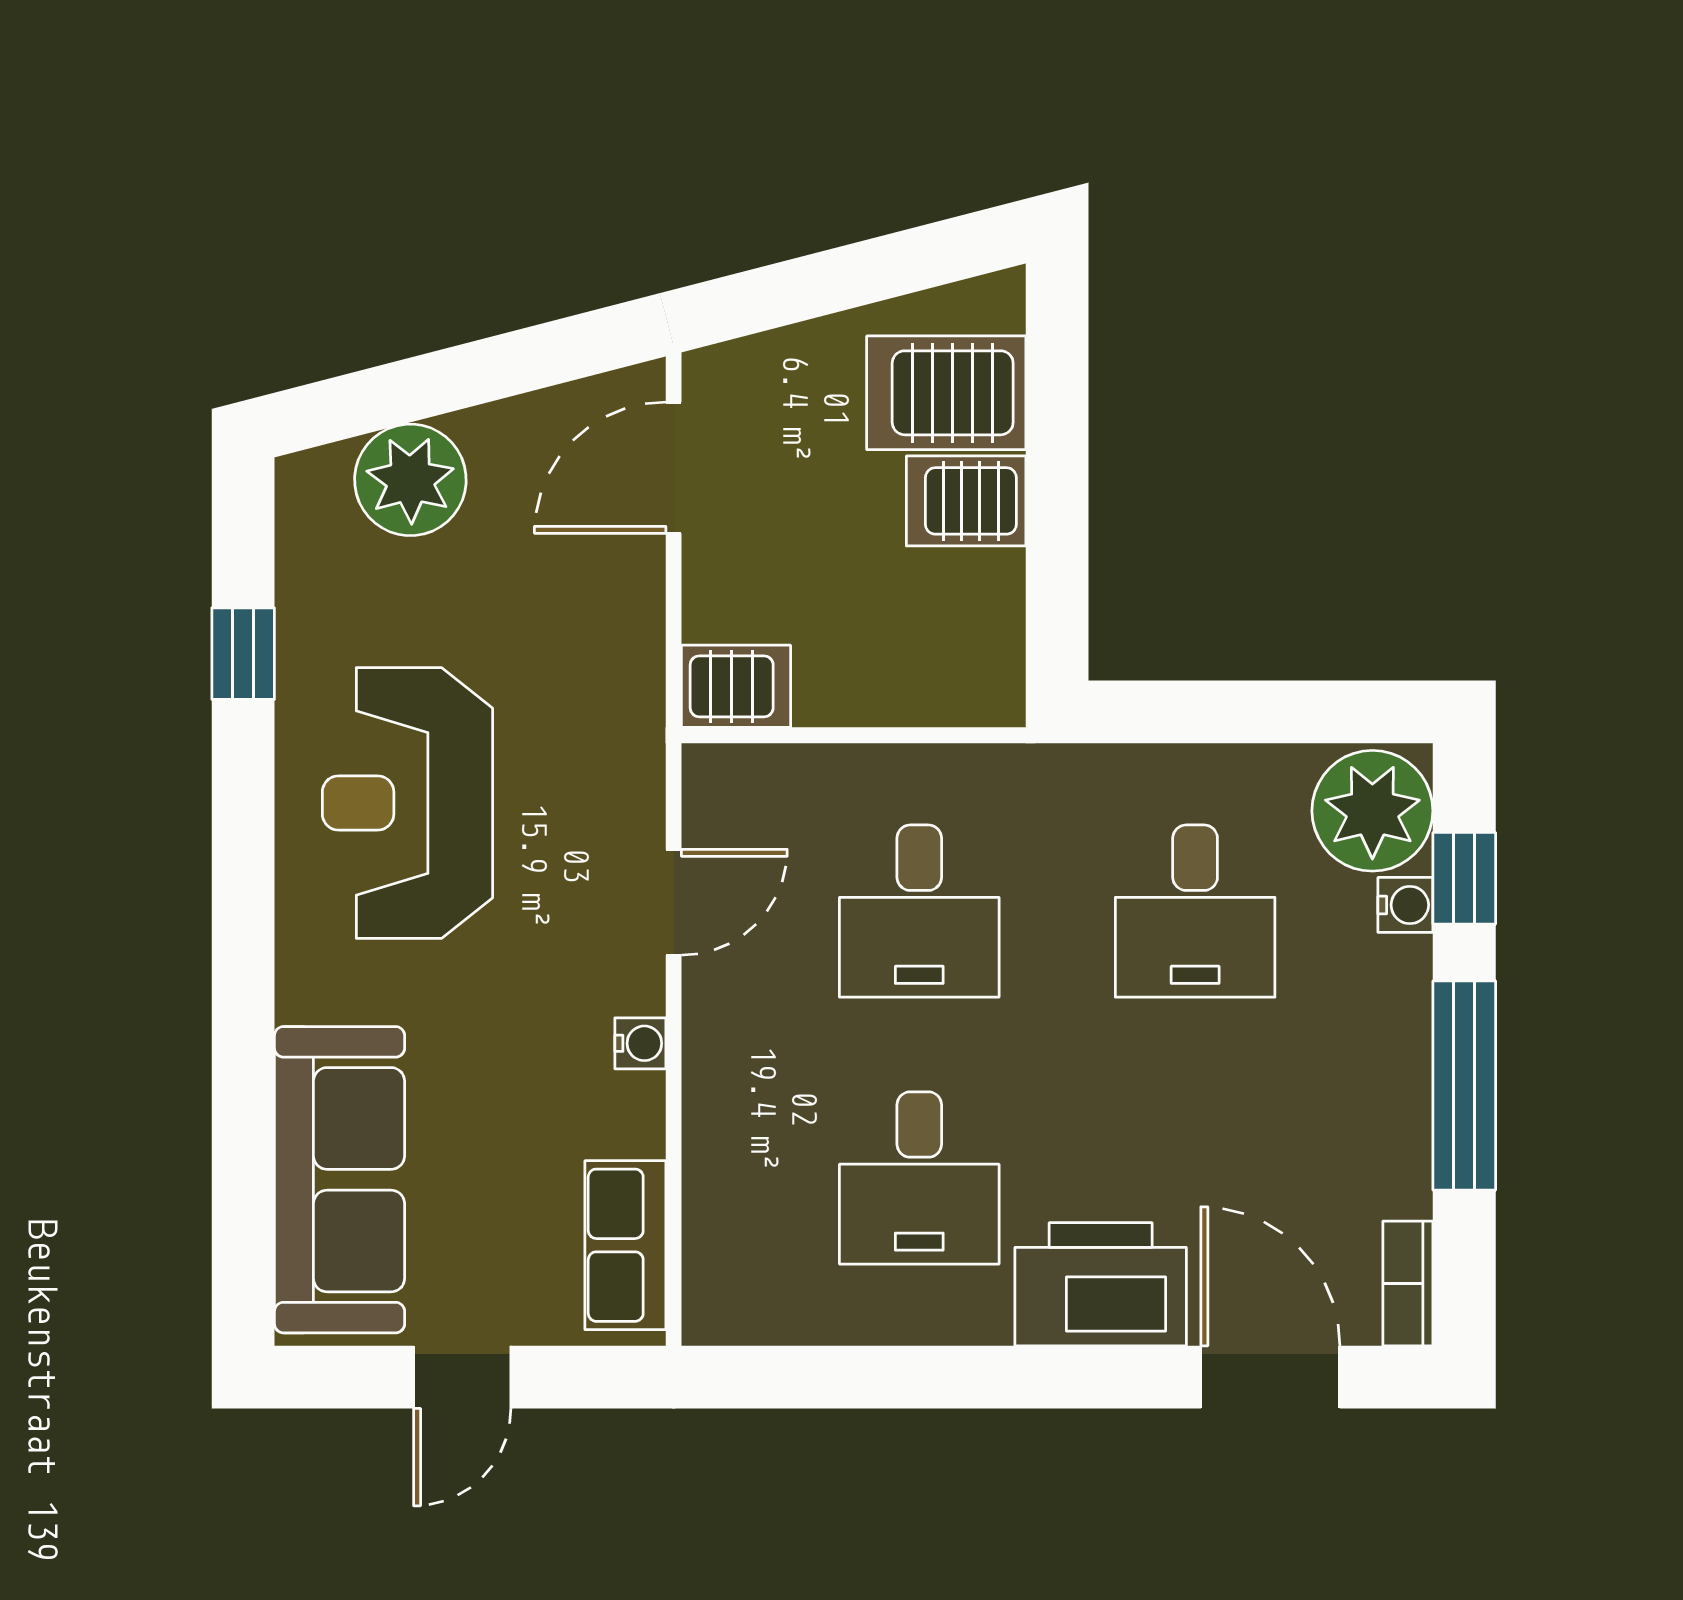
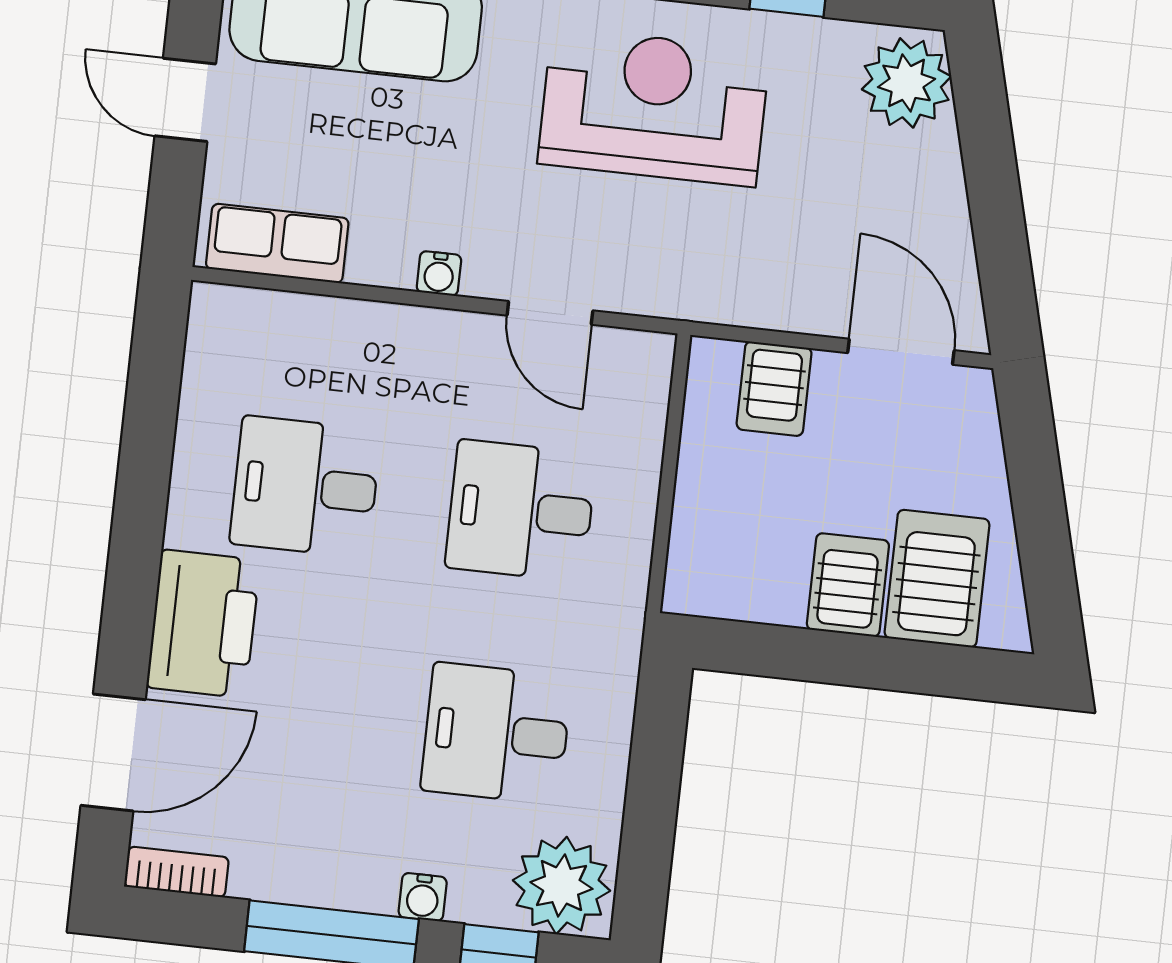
plant: (410, 480) -> (907, 83), moved
server rack: (736, 686) -> (774, 389), moved
water cooler: (1405, 905) -> (423, 897), moved

